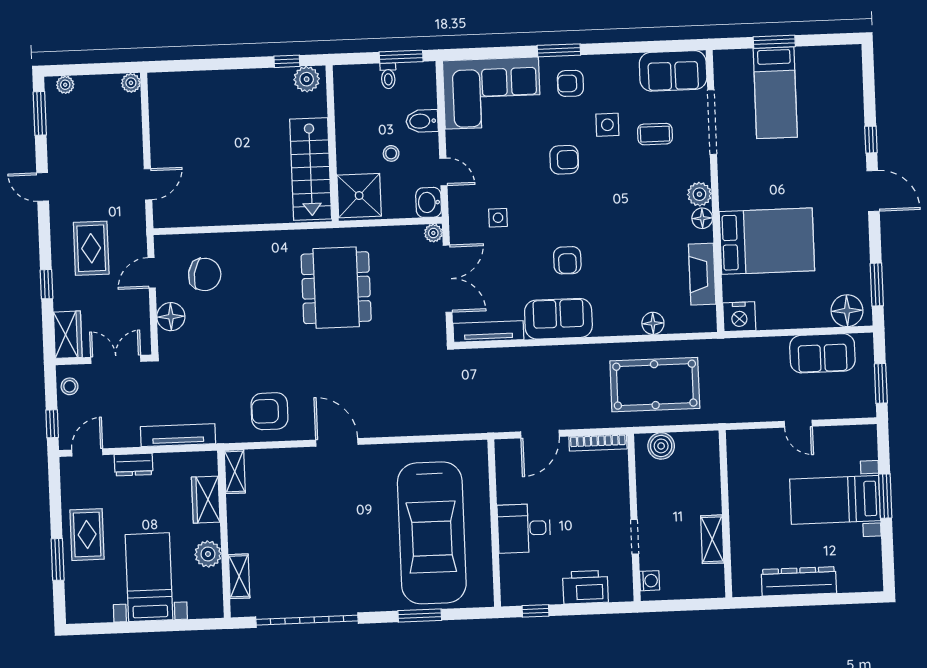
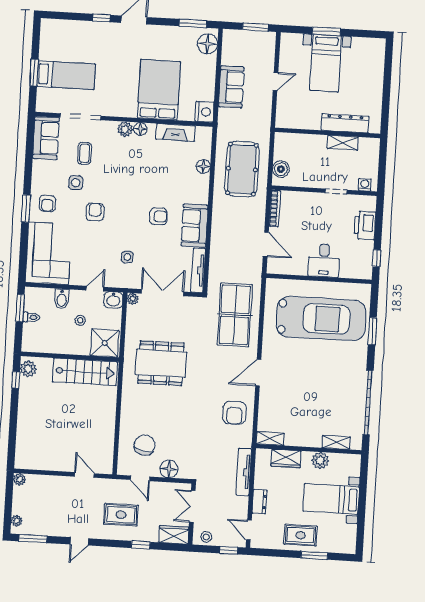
sofa: (822, 353) -> (231, 87), moved
table tennis table: (424, 396) -> (235, 315), added
dresser: (799, 581) -> (345, 123), moved, turned 90

